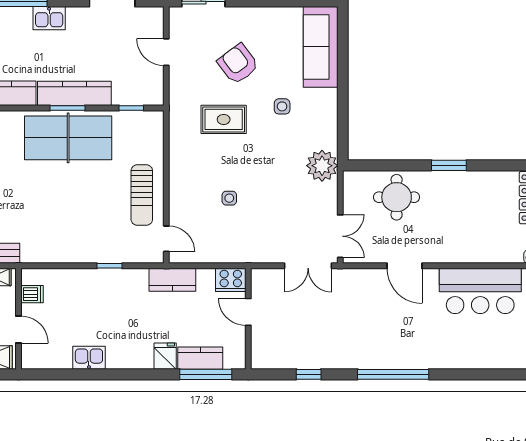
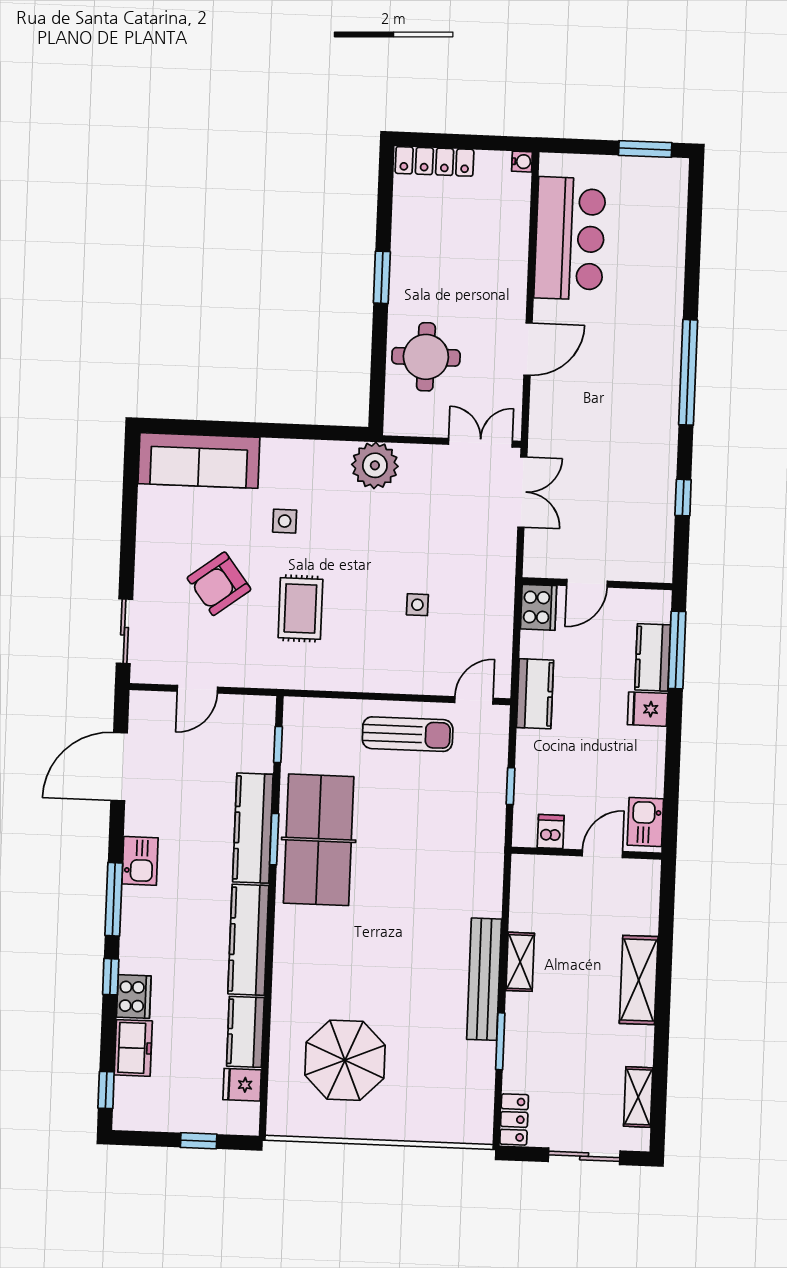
dishwasher: (32, 294) -> (551, 832), moved
wall: (18, 319) -> (586, 853), moved
door: (18, 330) -> (602, 854), moved

